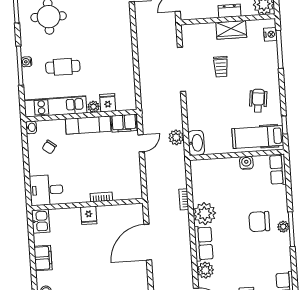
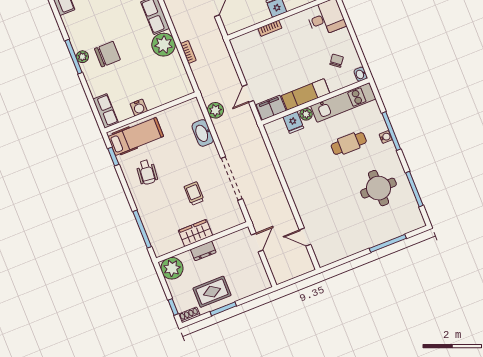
nightstand: (270, 34) -> (156, 241), removed
washbasin: (196, 143) -> (203, 133), moved

